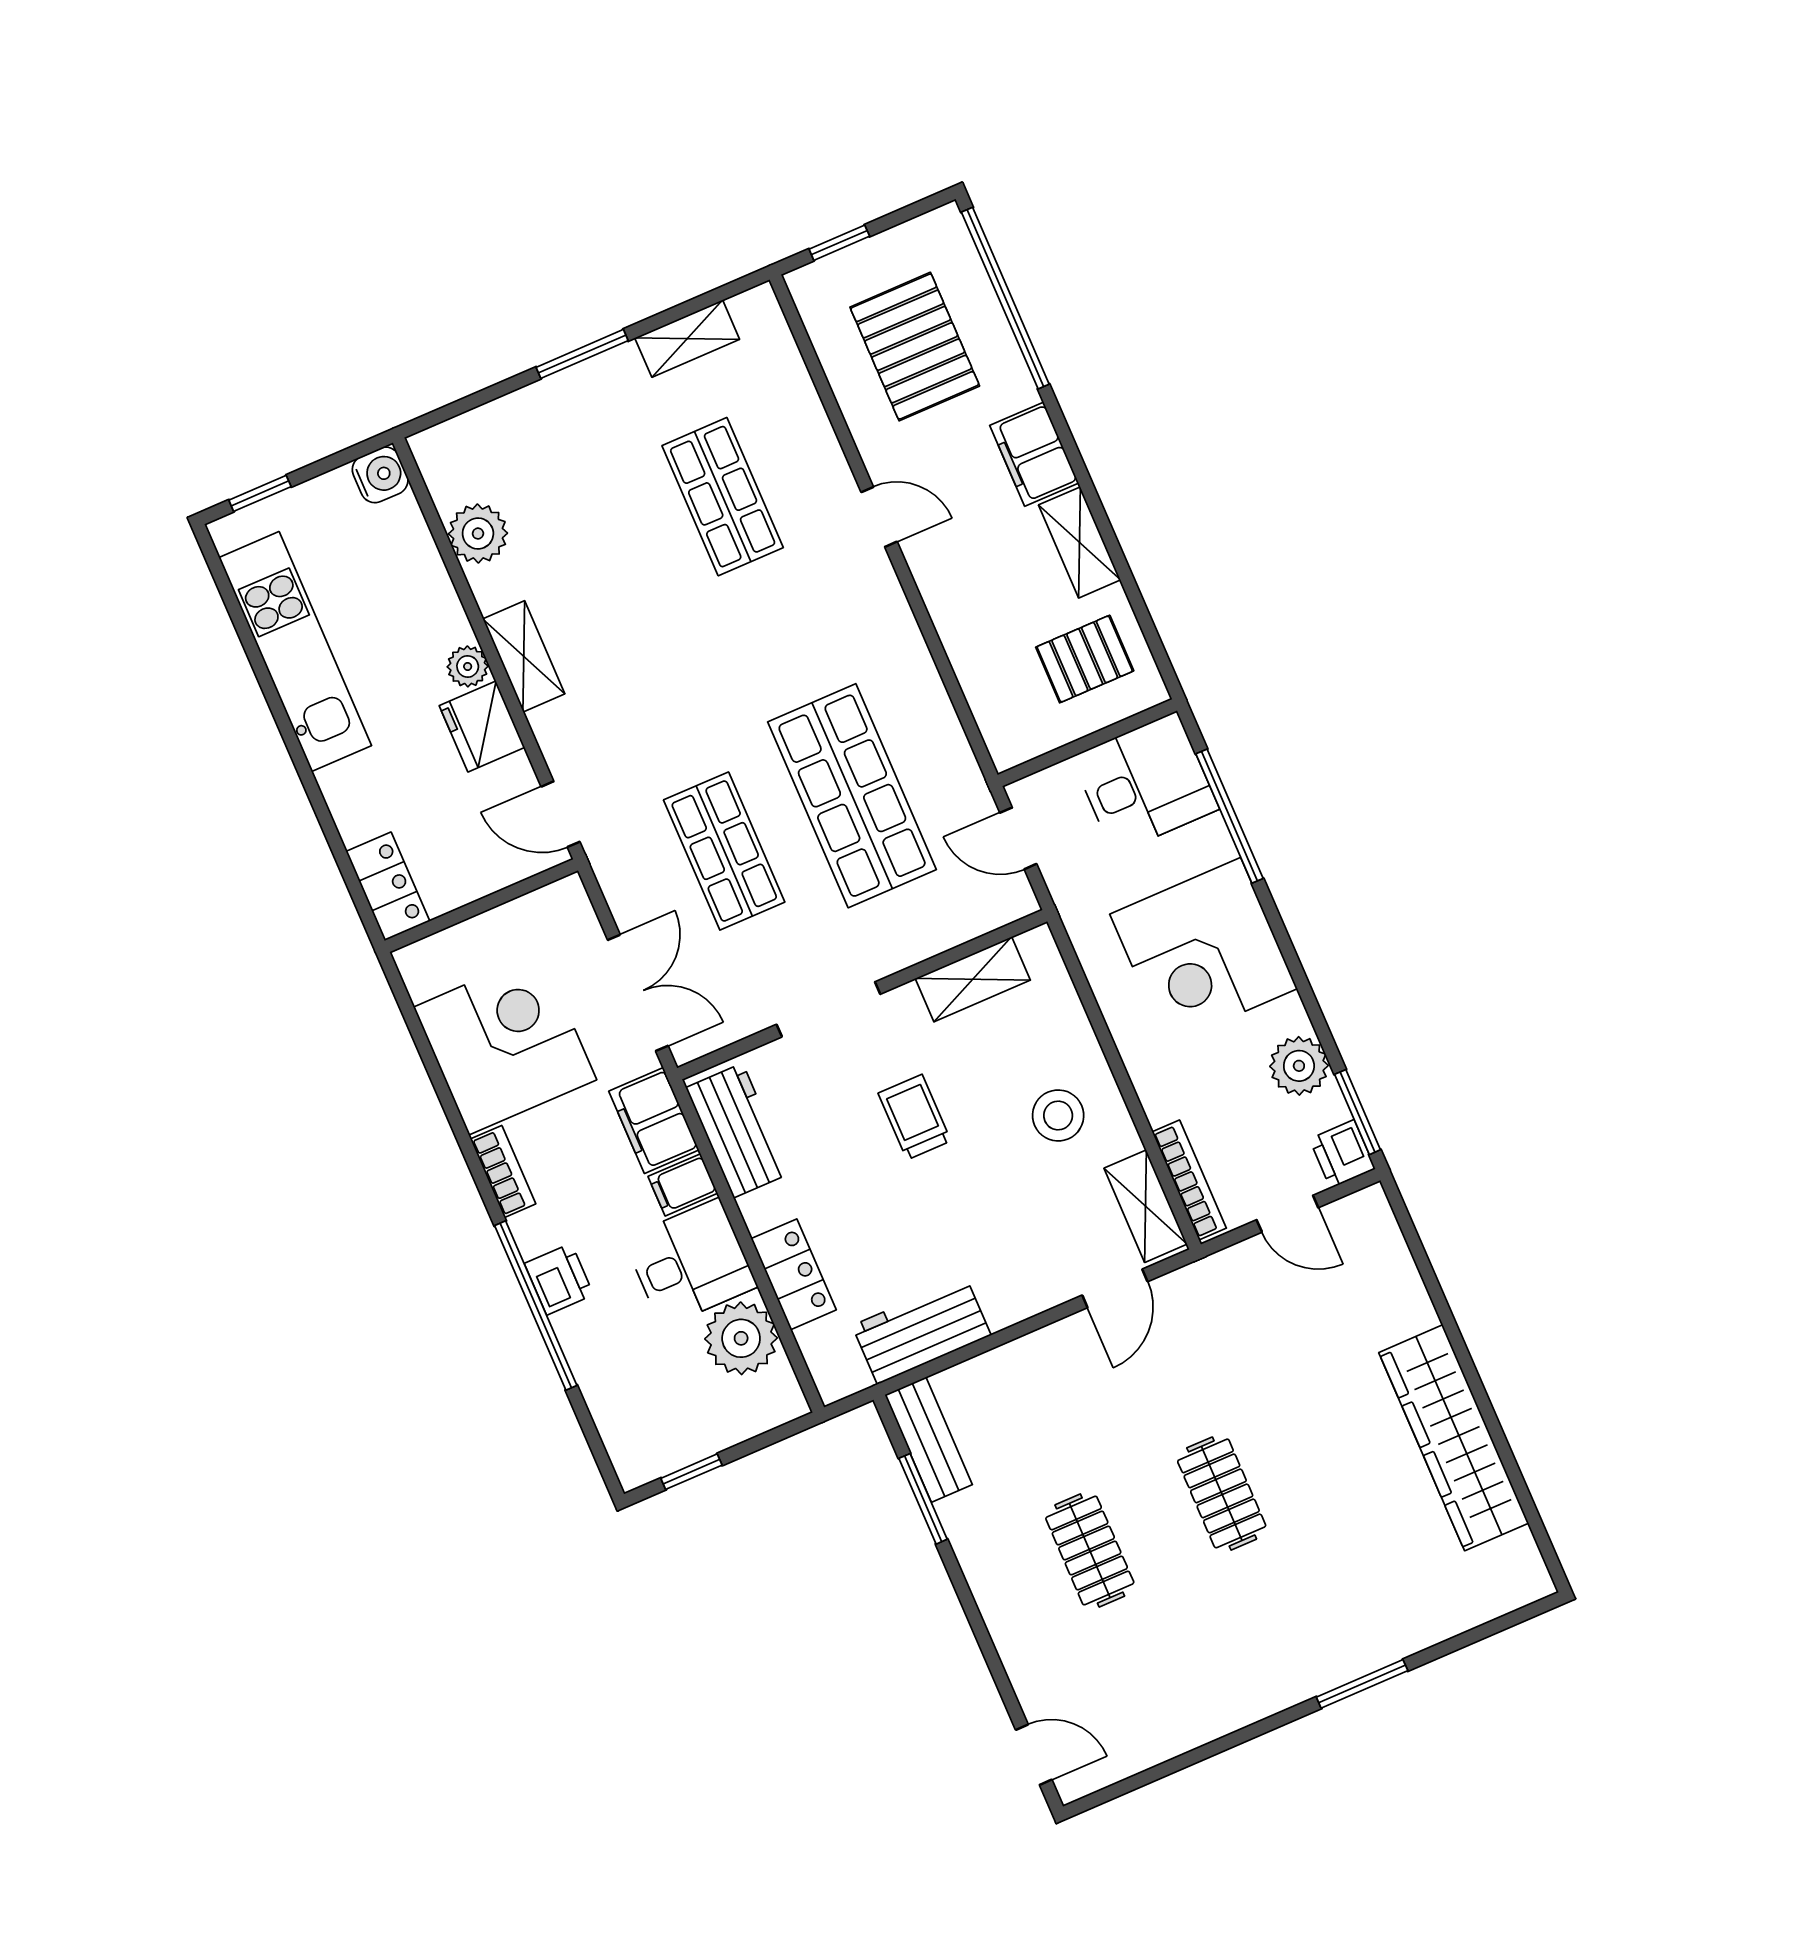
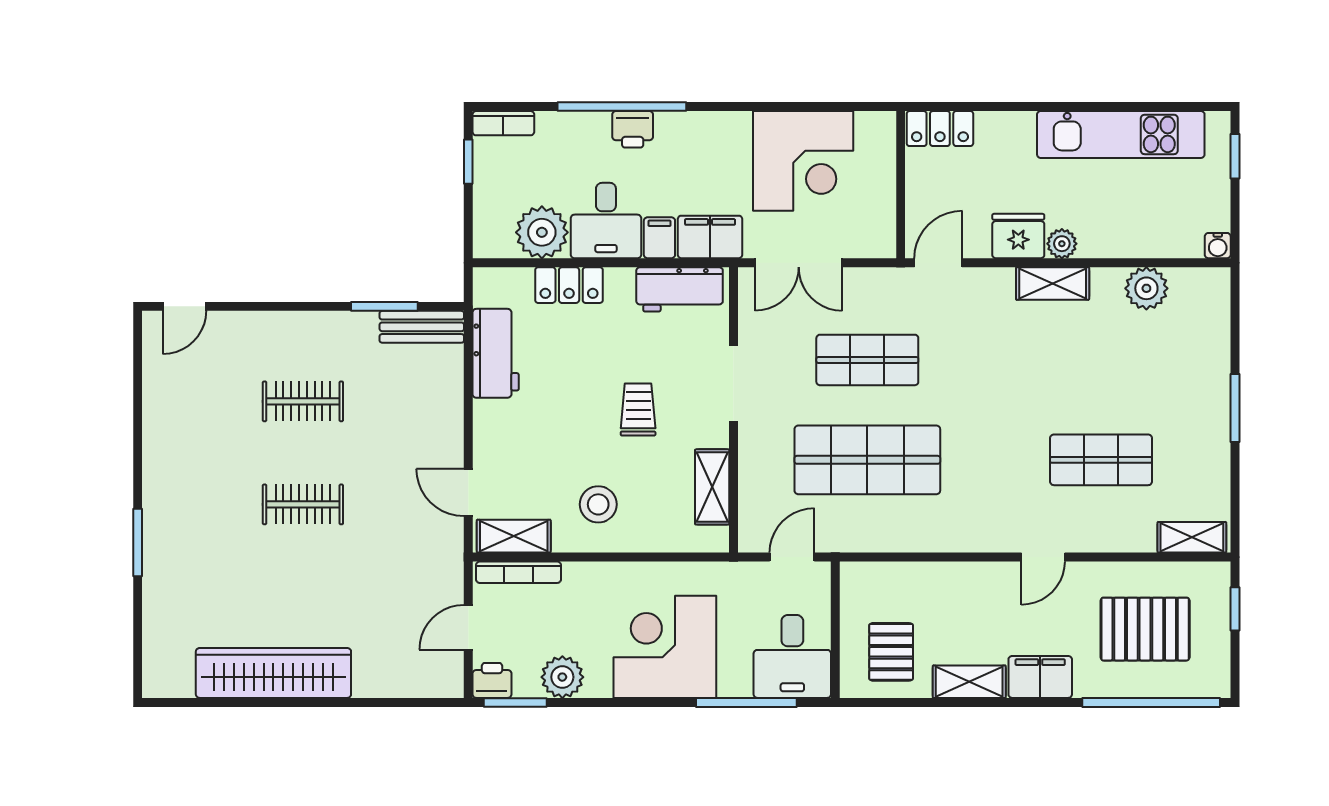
shelving: (687, 339) -> (1192, 537), moved, turned 90
water cooler: (380, 475) -> (1218, 246), width x0.72, depth x0.72
trolley: (915, 1117) -> (638, 409), turned -90
bookcase: (503, 1171) -> (503, 123), moved

